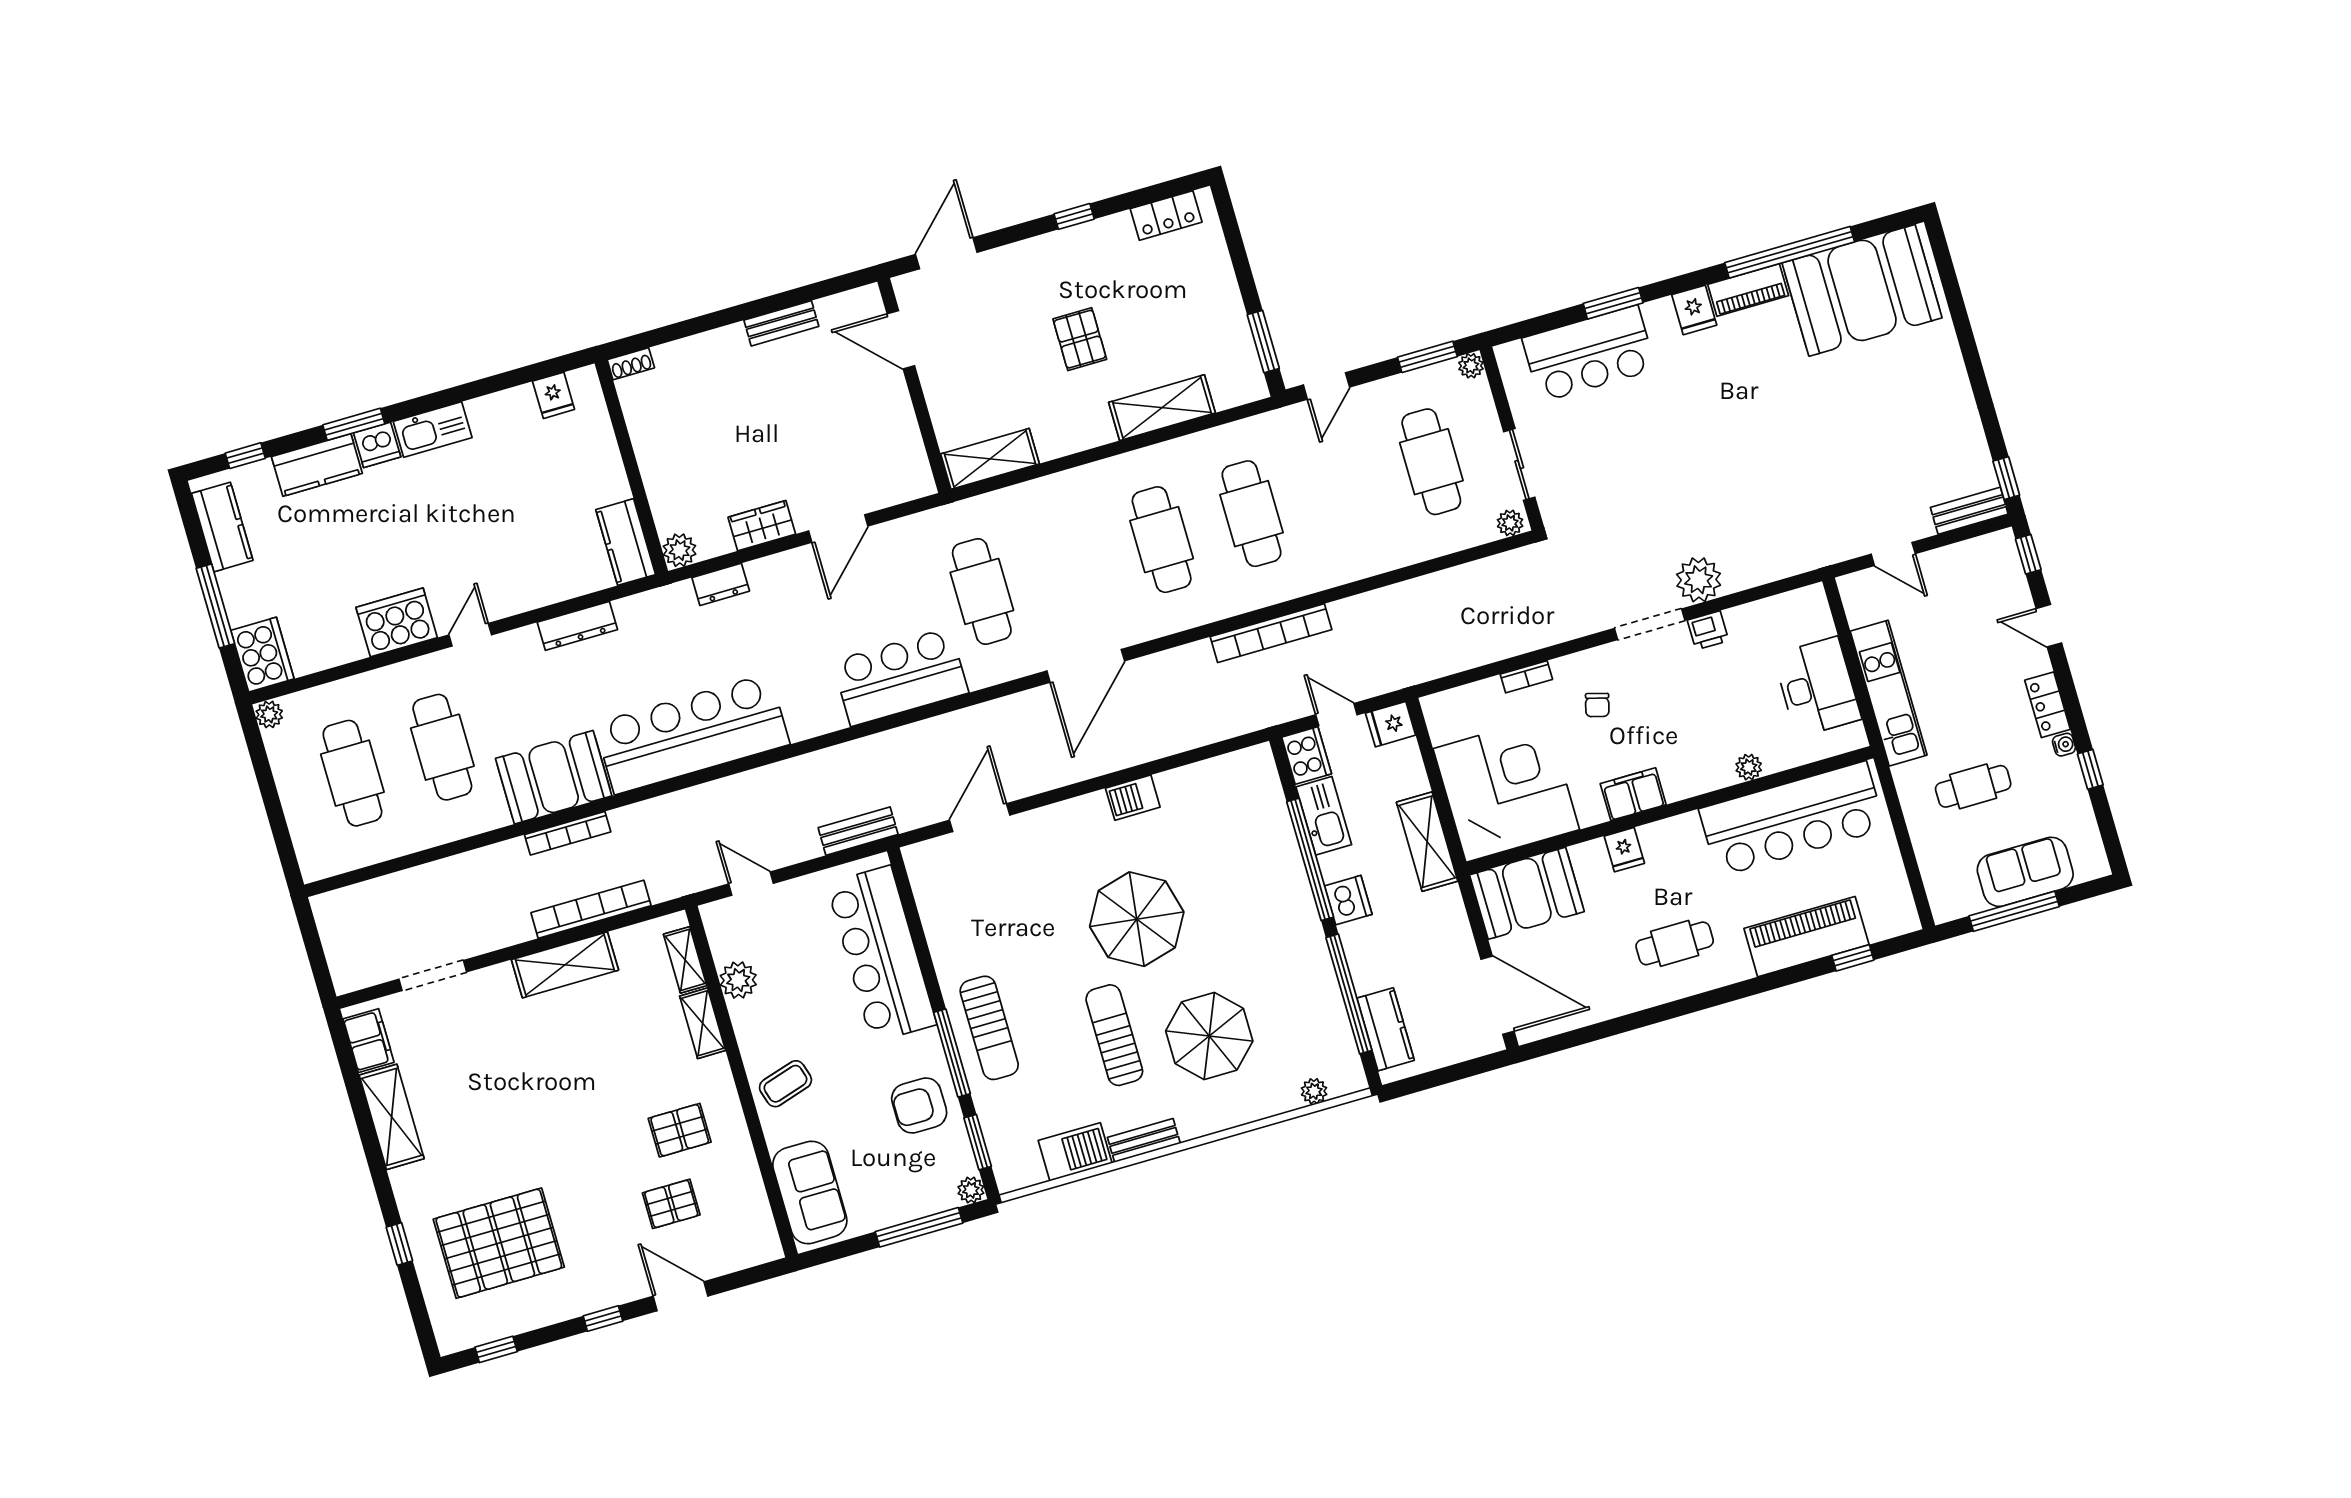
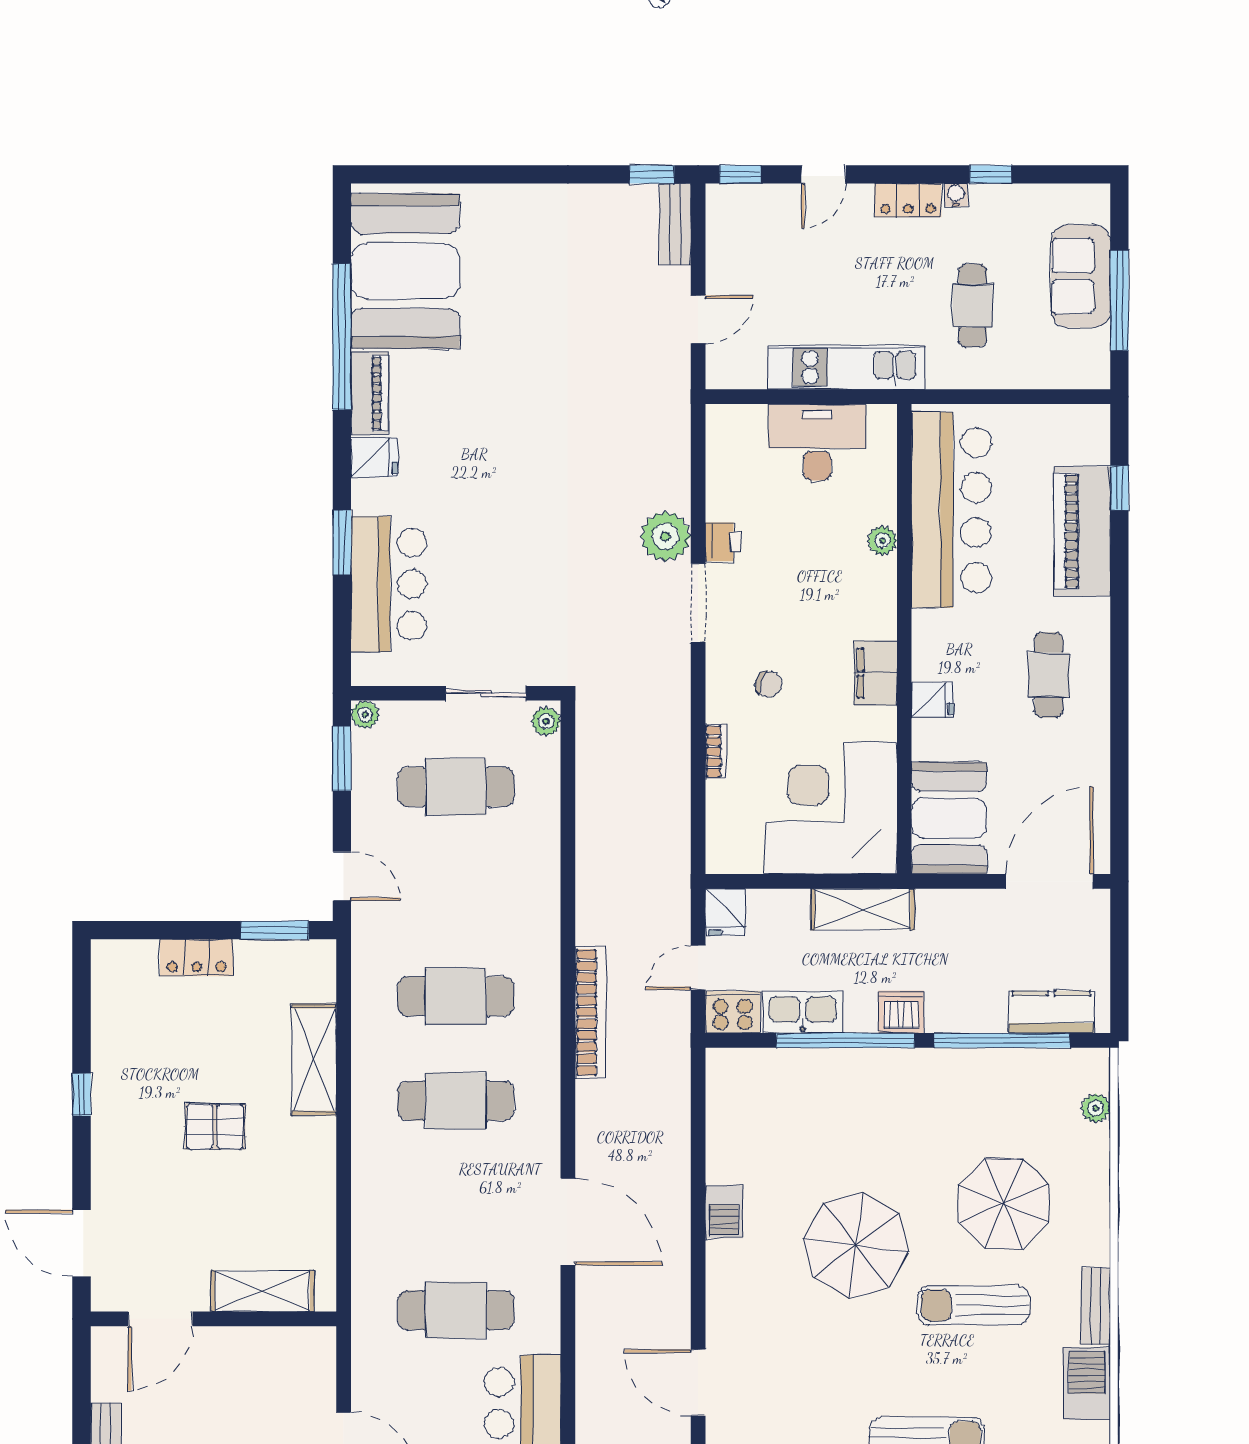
locker: (1166, 215) -> (197, 958), moved, turned 90
shelving: (990, 459) -> (262, 1291), moved, turned 90

